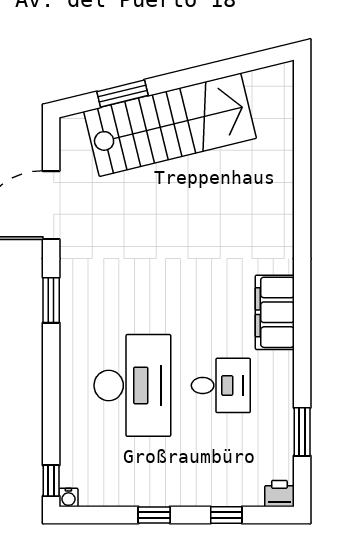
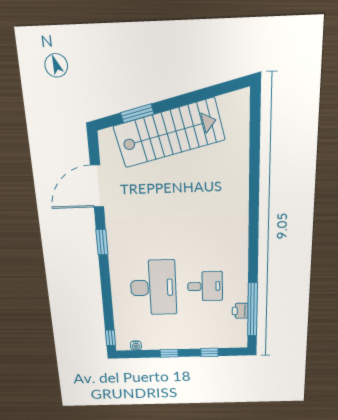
filing cabinet: (275, 312) -> (237, 245), removed
window: (302, 432) -> (252, 309), width x2.11
printer: (279, 494) -> (240, 311), moved, turned -90
water cooler: (68, 498) -> (136, 346), moved

